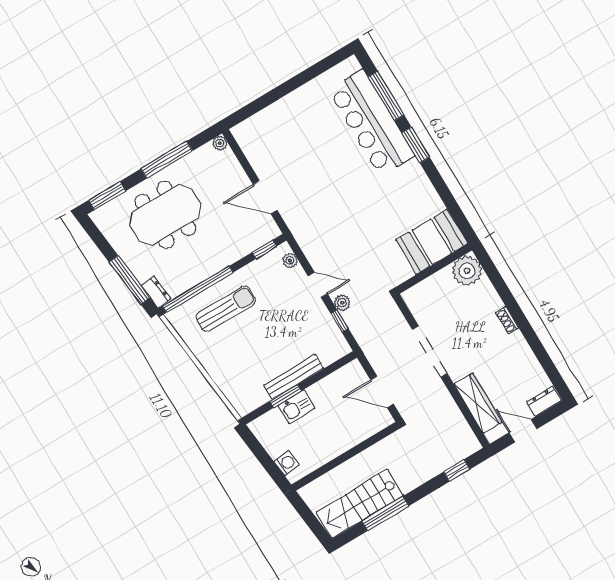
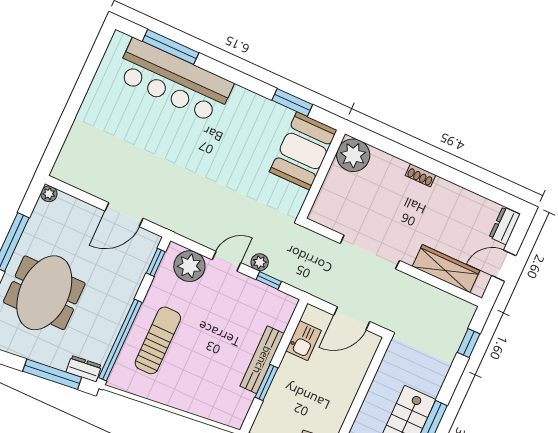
window: (416, 145) -> (292, 102), moved
plant: (290, 260) -> (189, 266), width x1.87, depth x1.87
kitchen sink: (296, 407) -> (304, 341), moved

